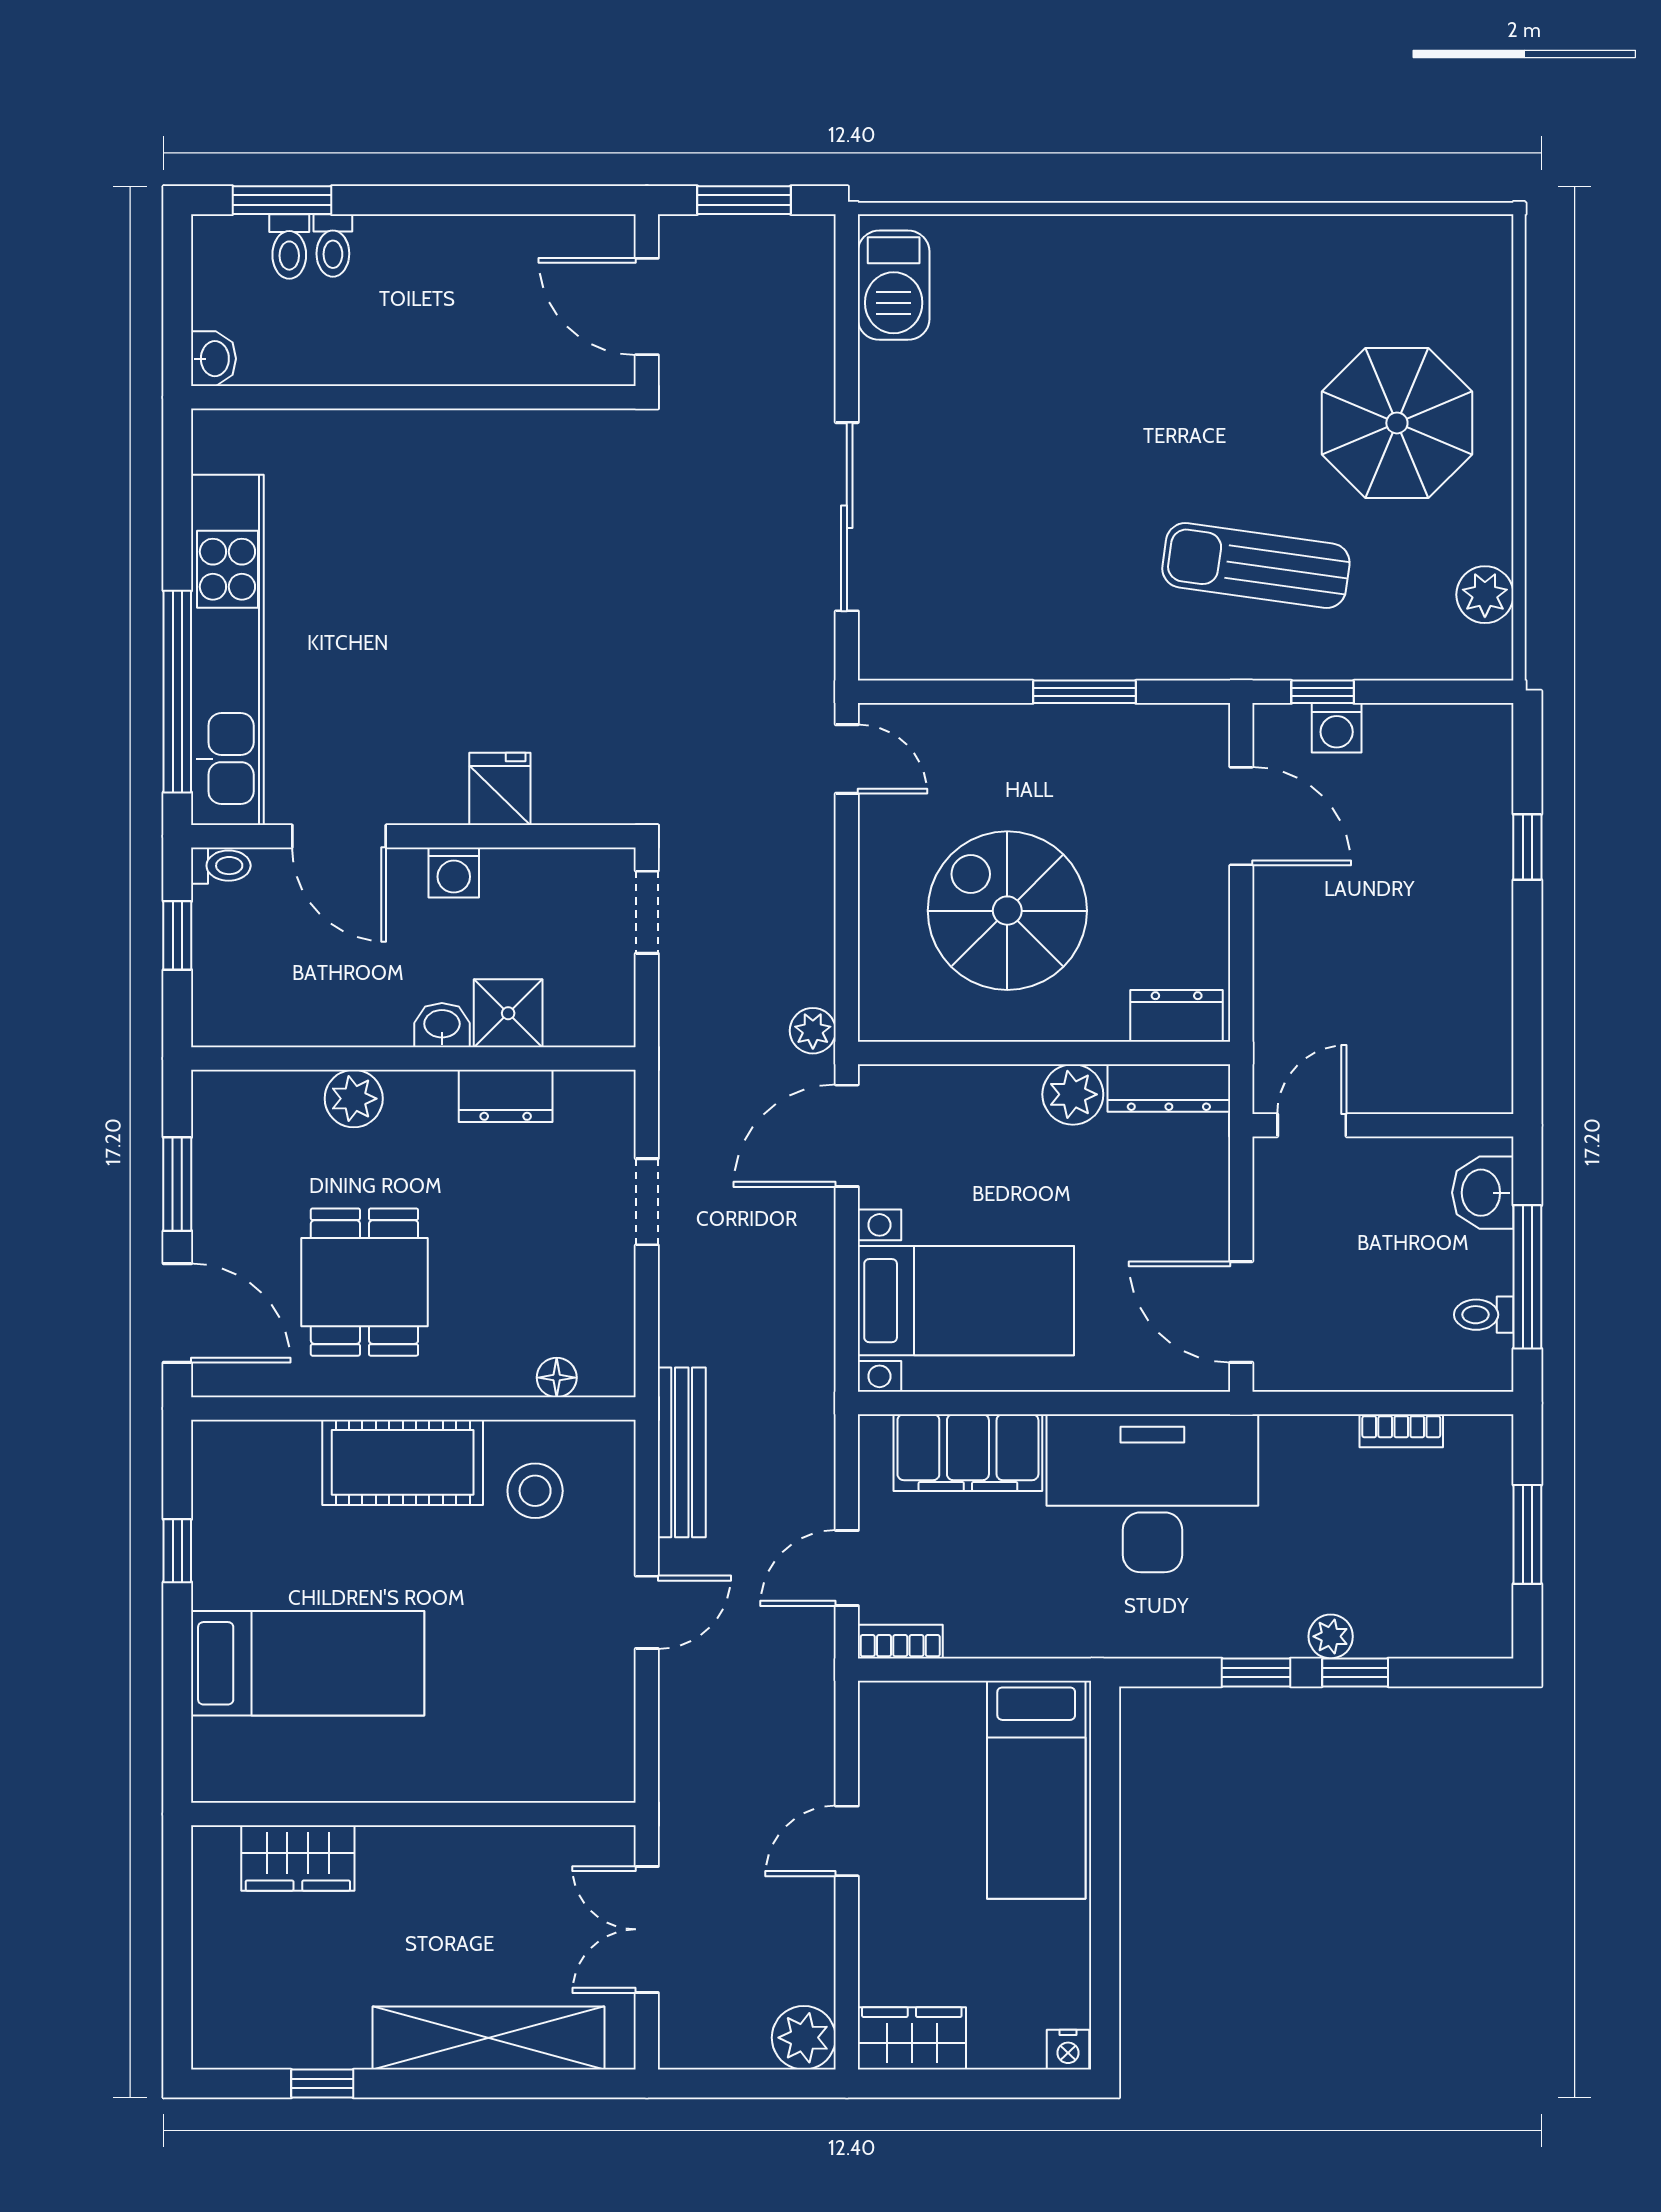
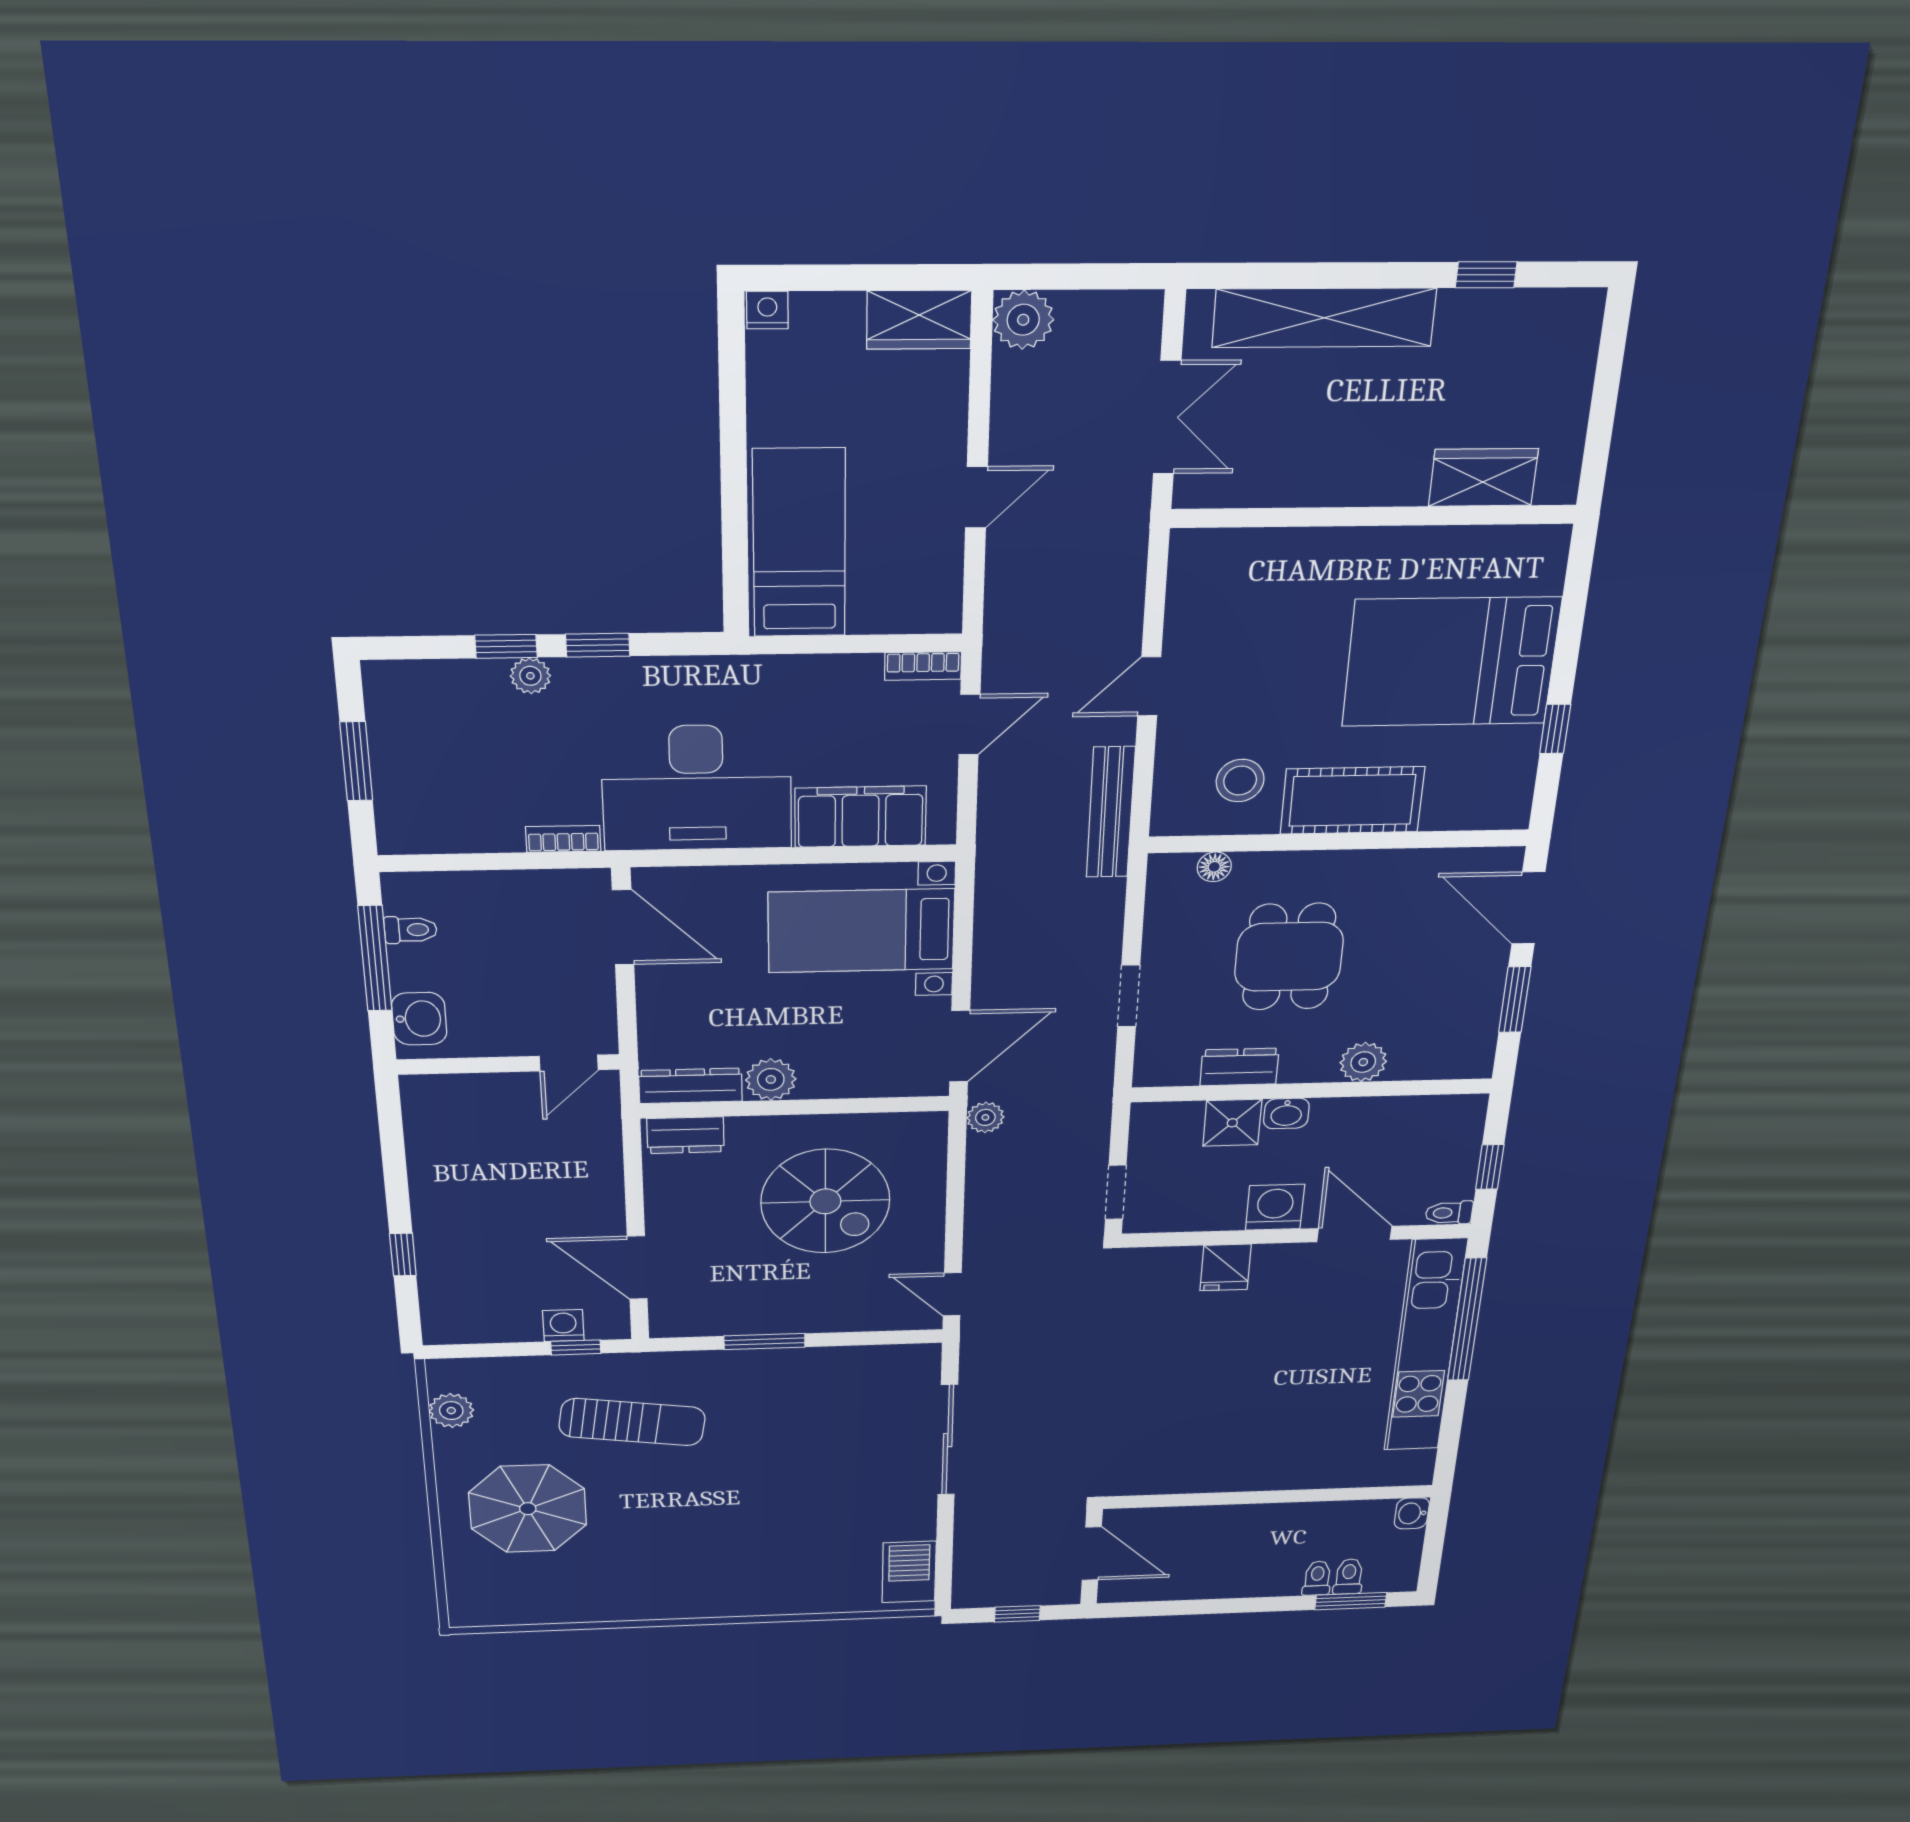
window: (744, 200) -> (1017, 1614), width x0.67
washing machine: (454, 873) -> (1275, 1207), width x1.38, depth x1.38
dining table: (364, 1282) -> (1289, 957), moved
bookcase: (1401, 1431) -> (563, 839), moved
bed: (308, 1663) -> (1451, 662), width x1.50

